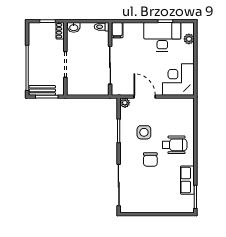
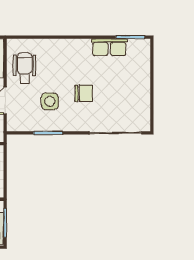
plant: (125, 103) -> (13, 125), removed
wheelchair: (175, 145) -> (25, 68), moved

